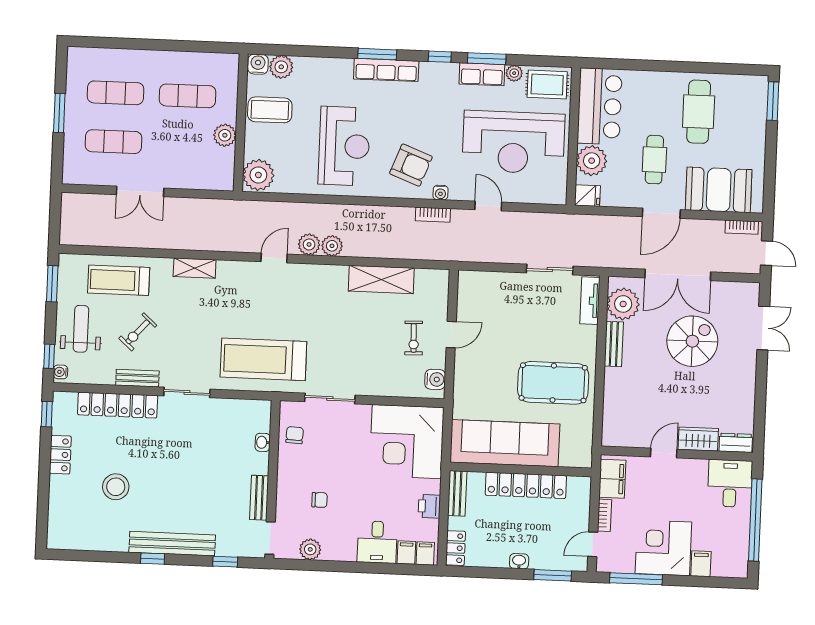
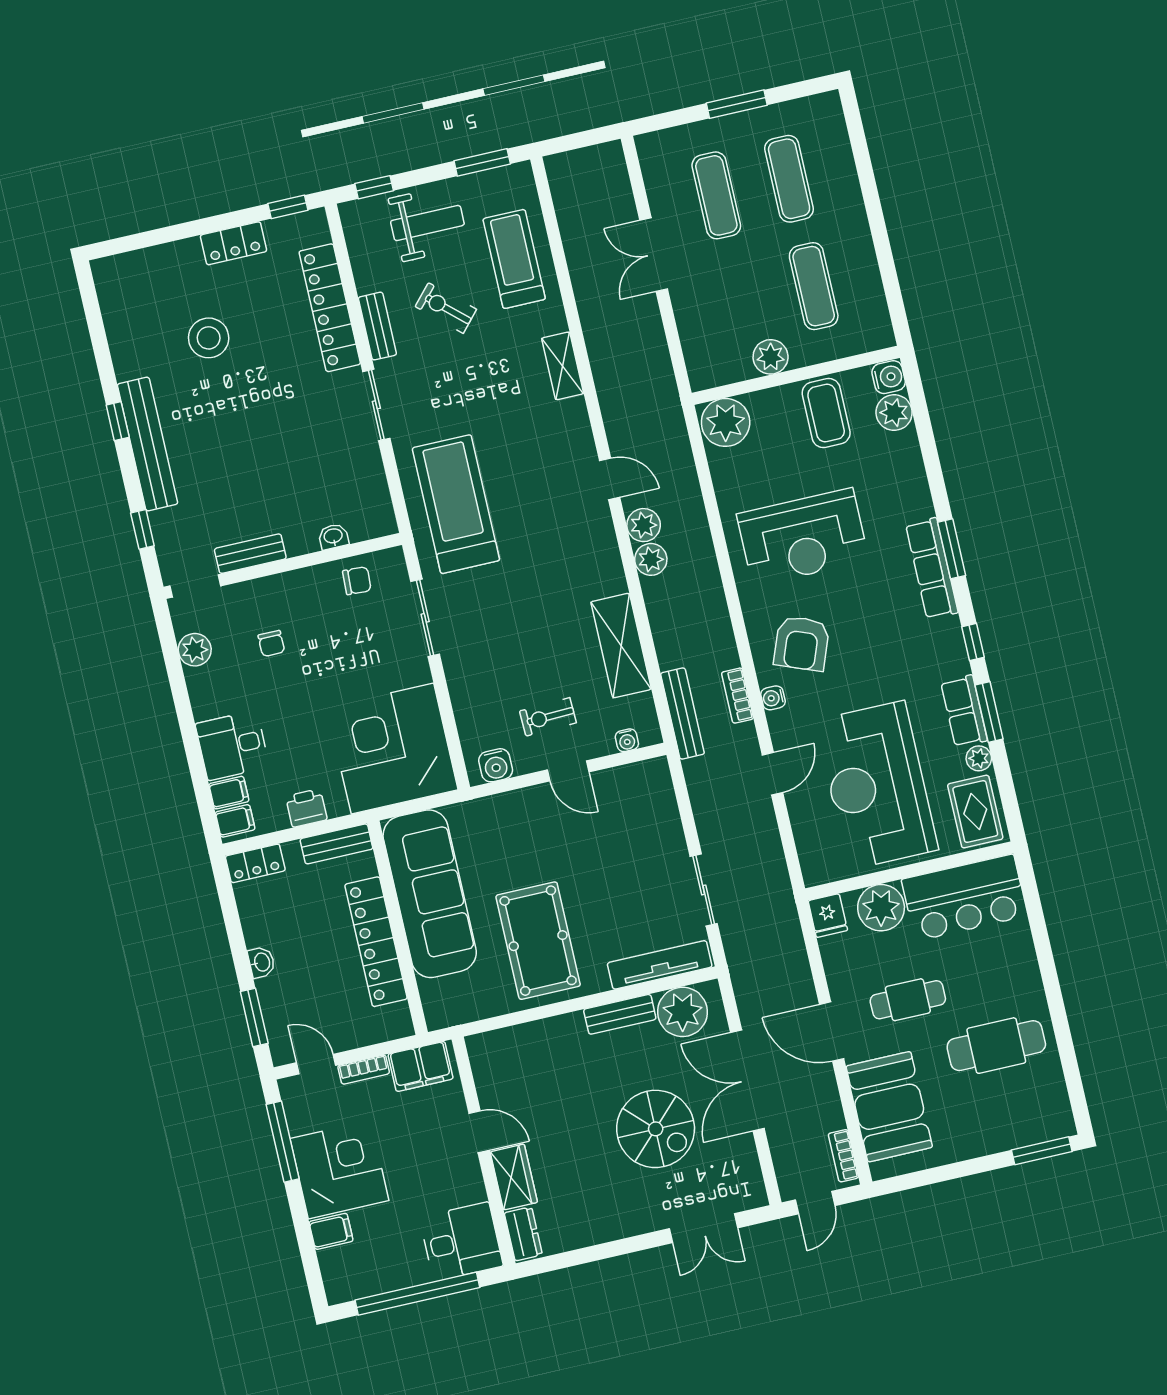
bench: (435, 252) -> (682, 713), added
tv unit: (590, 301) -> (660, 965), width x1.41
water cooler: (61, 372) -> (627, 740), moved, turned 180

